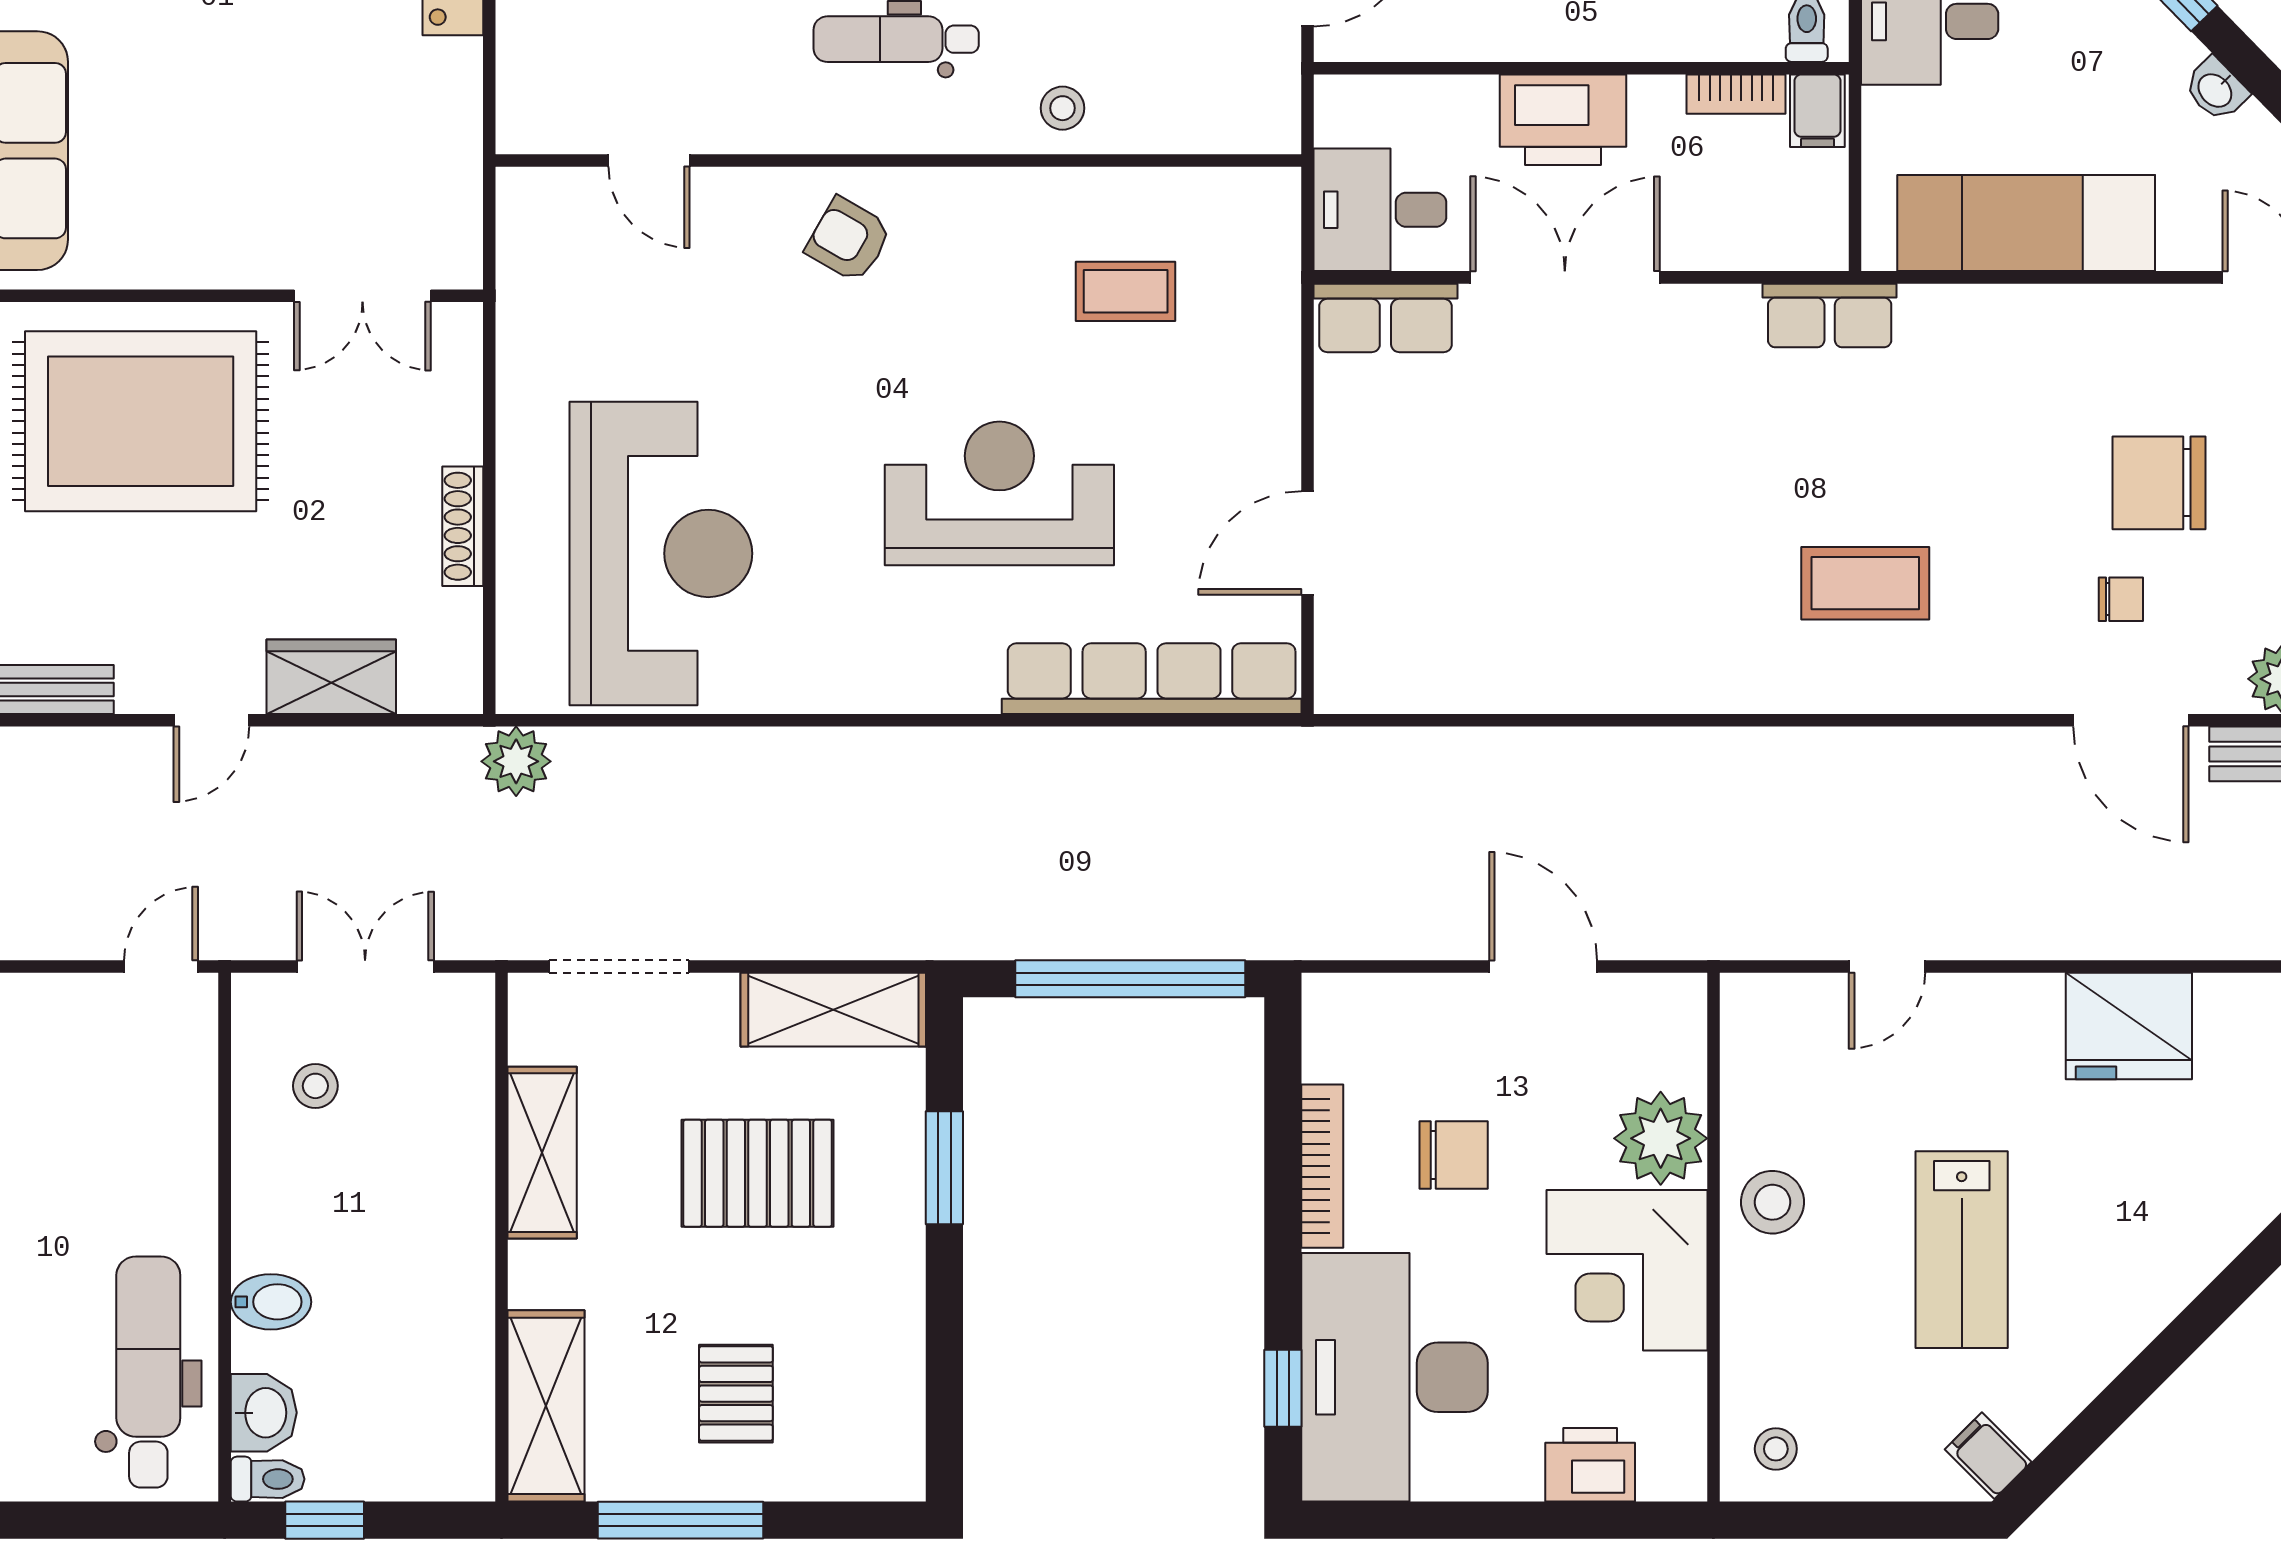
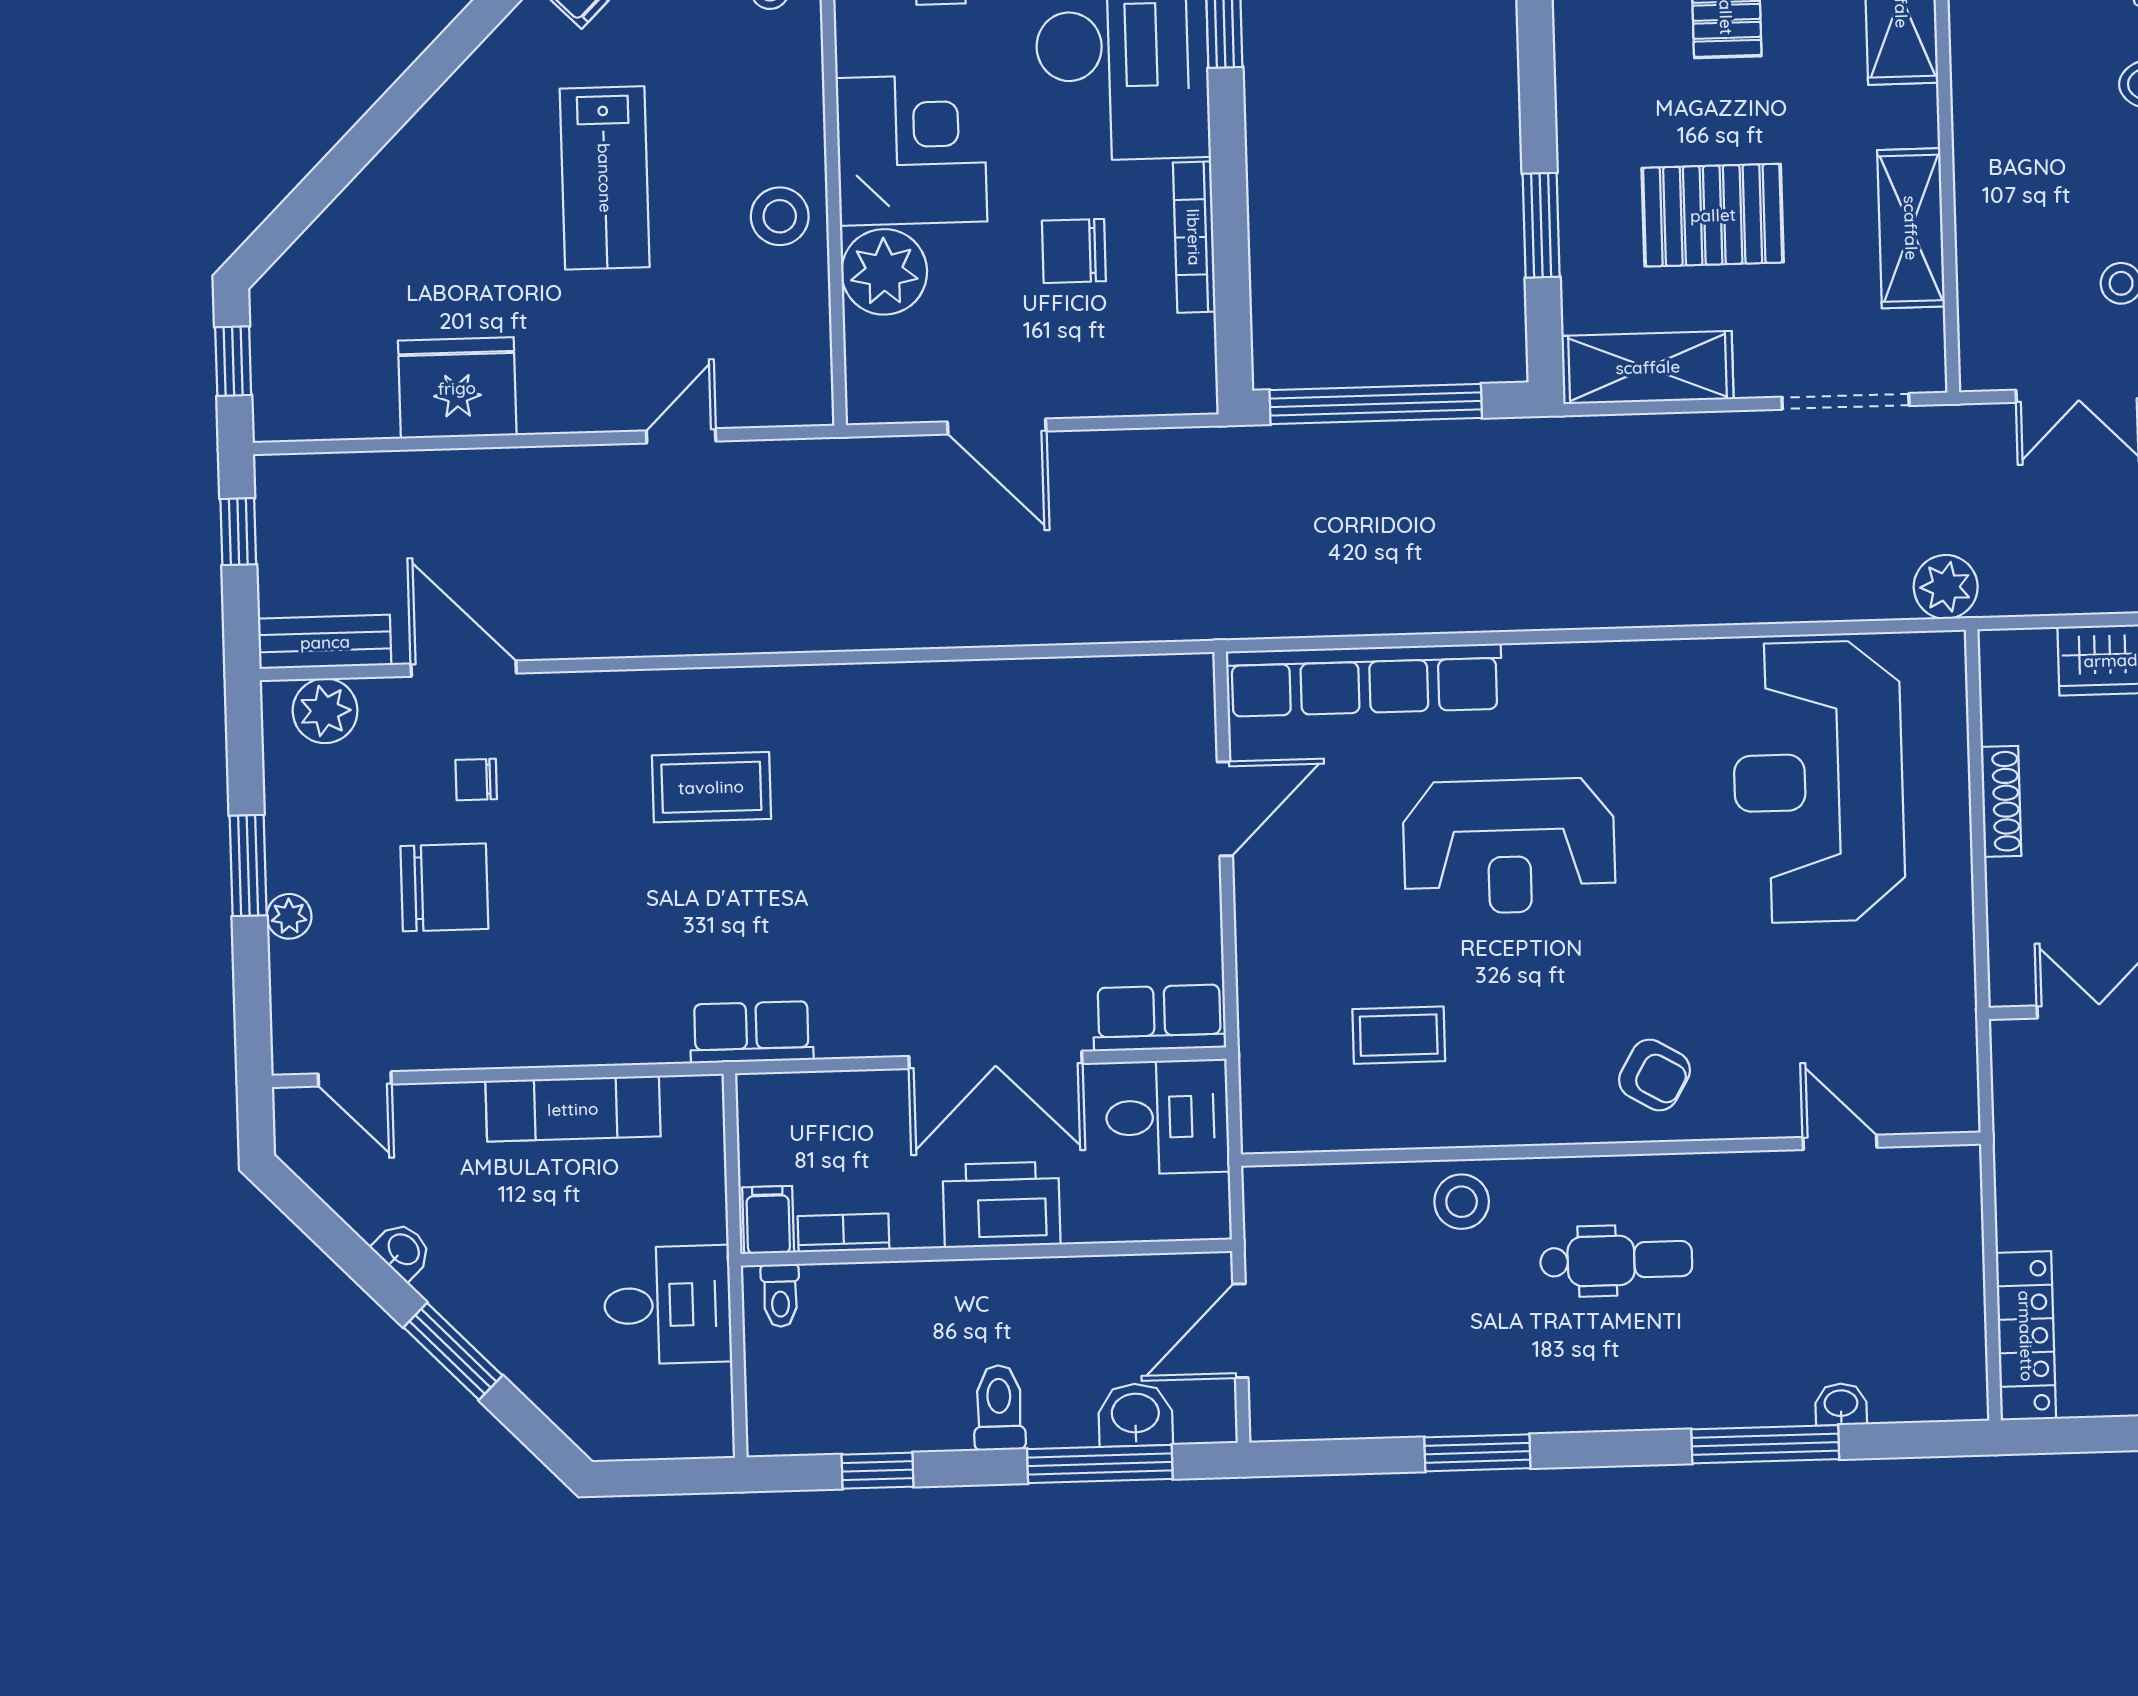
stool: (1063, 108) -> (1462, 1202), width x1.37, depth x1.37
exam couch: (2026, 223) -> (573, 1109), width x0.73, depth x0.69
lab bench: (1962, 1250) -> (605, 178), turned 180

